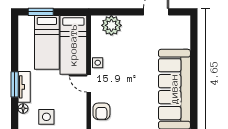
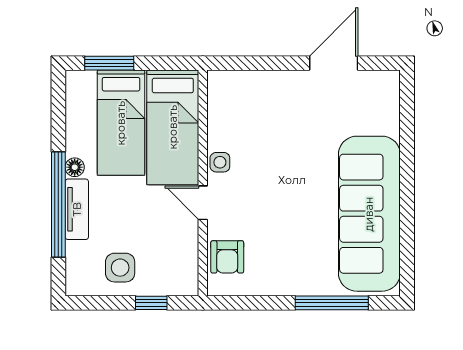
plant: (111, 25) -> (247, 90), removed
window: (15, 84) -> (58, 204), width x2.11
floor lamp: (23, 108) -> (75, 167), moved

